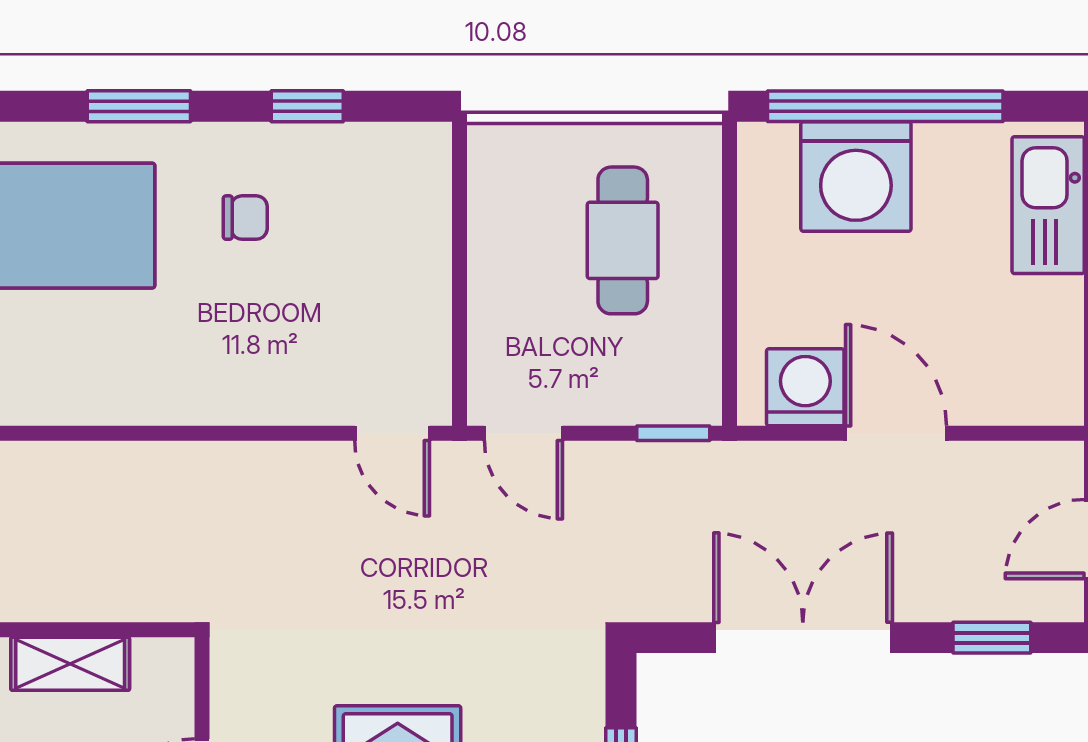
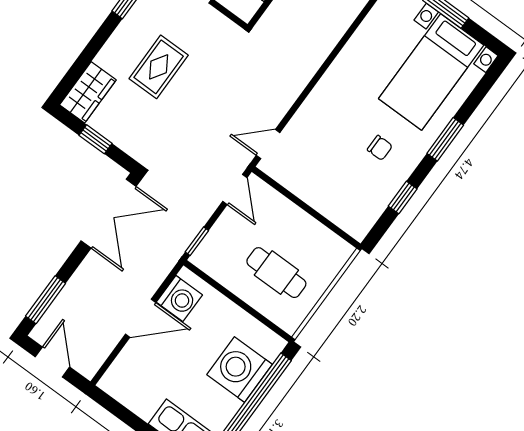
chair: (245, 218) -> (380, 148), turned -90
door: (523, 433) -> (235, 189), swing flipped
double door: (803, 638) -> (109, 214), moved
window: (992, 638) -> (46, 300), width x1.50

